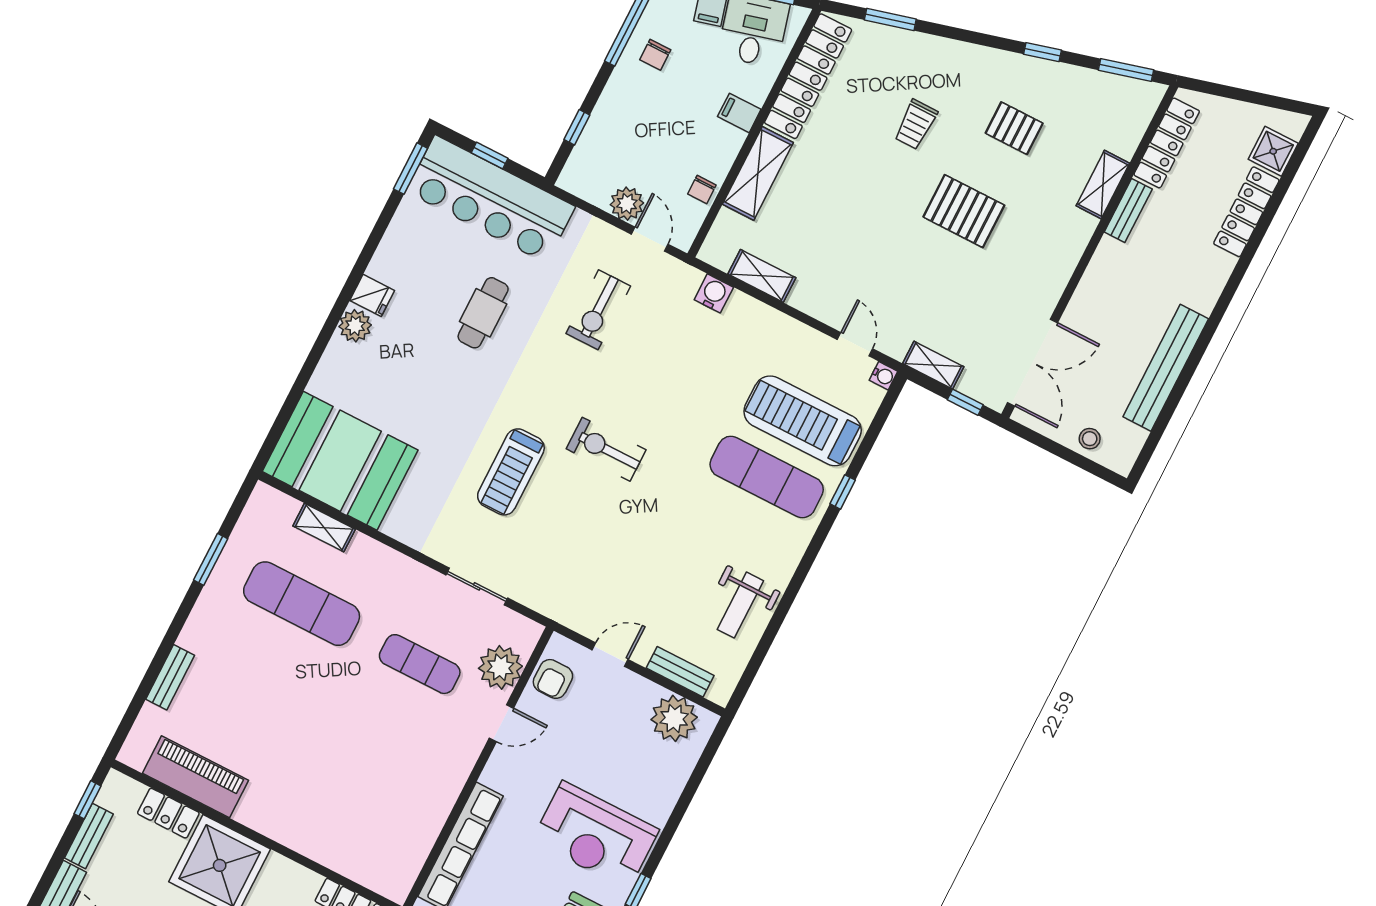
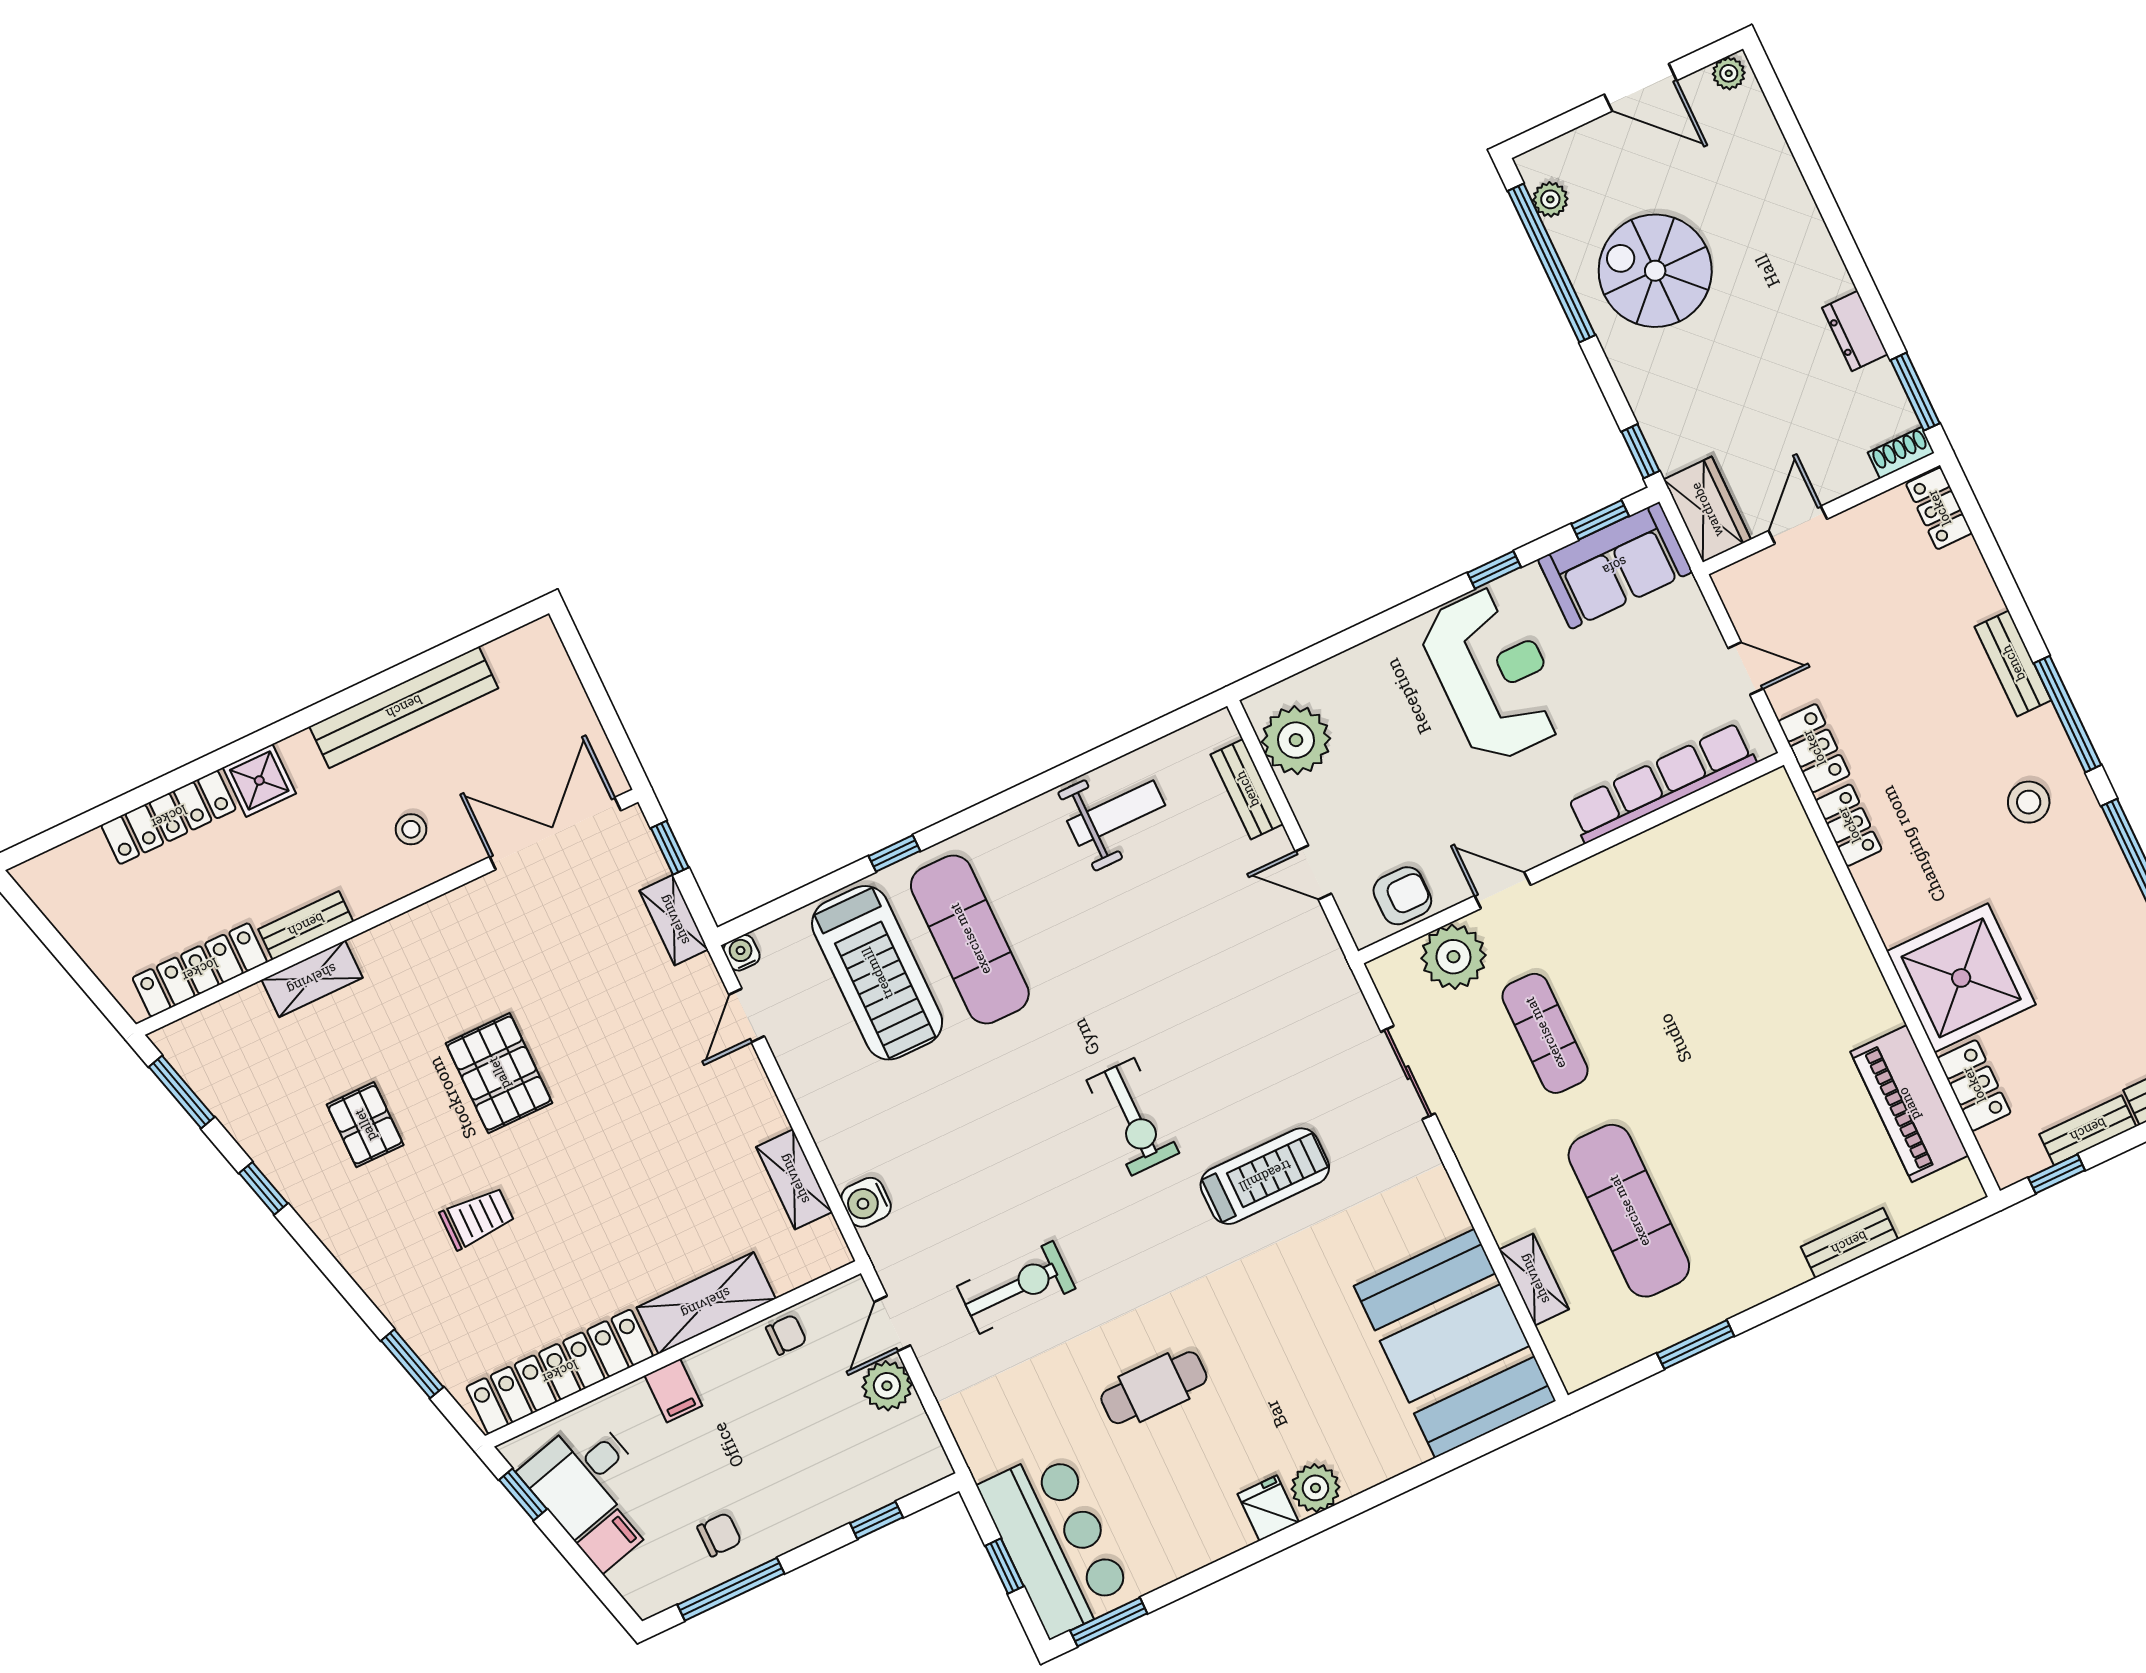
shower: (1273, 151) -> (259, 780), moved
bar counter: (491, 199) -> (1056, 1542), width x0.73
stool: (1090, 439) -> (411, 829), moved

